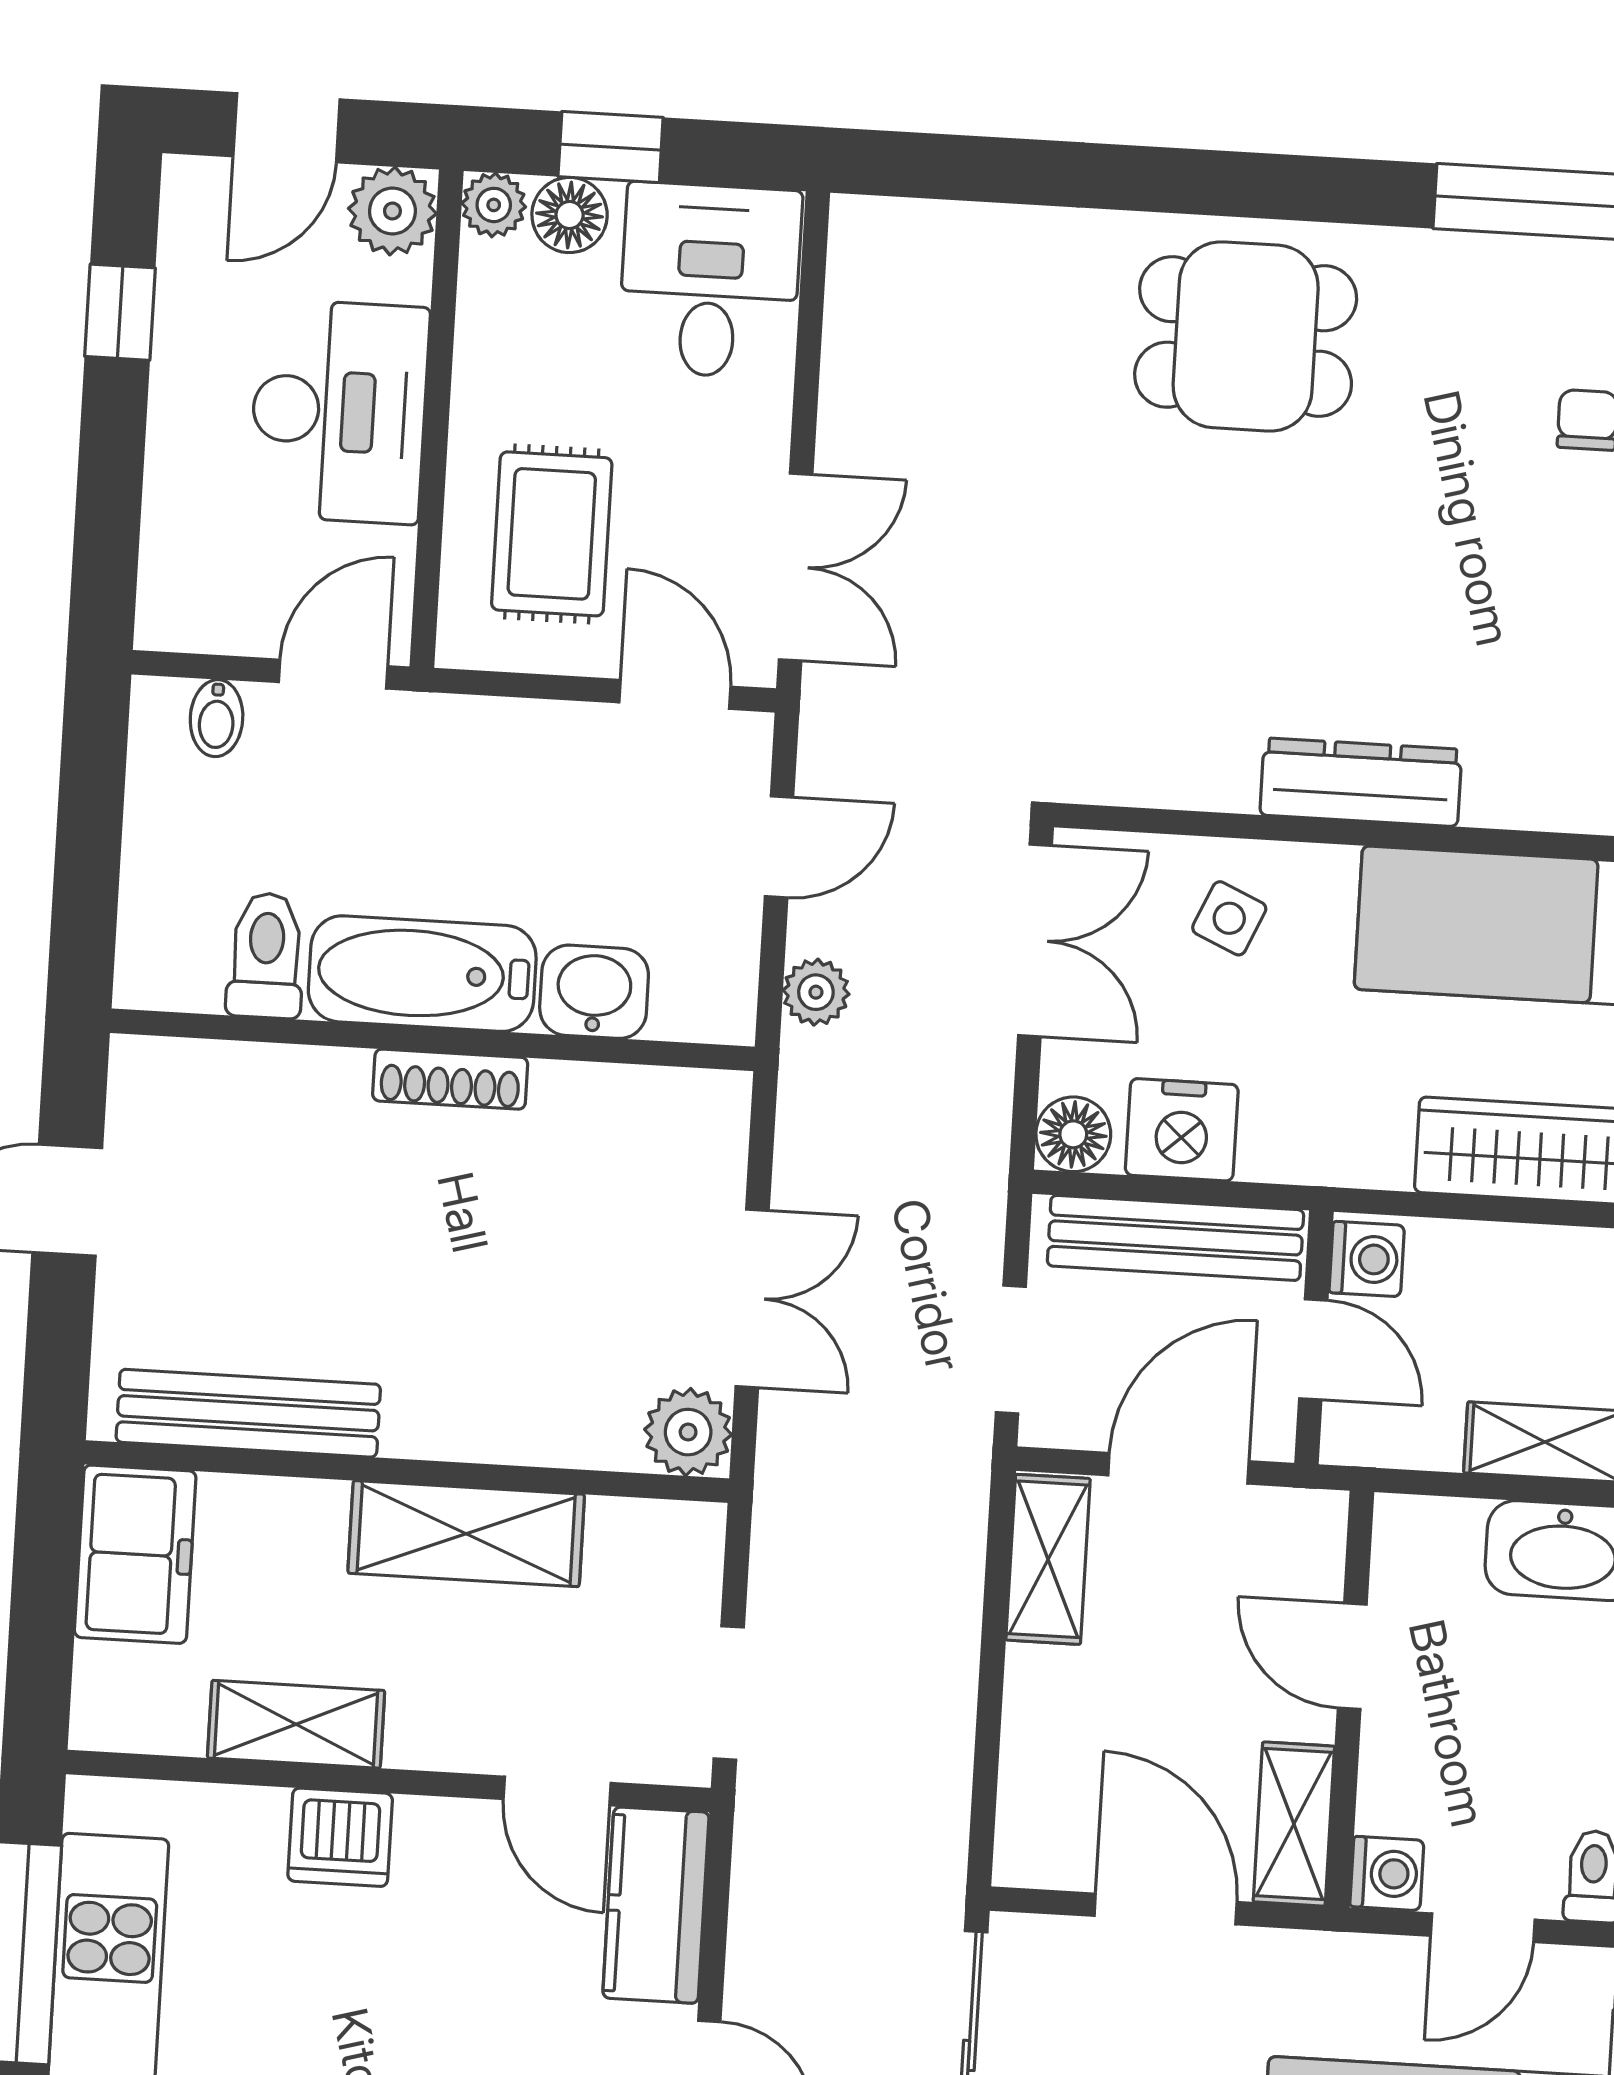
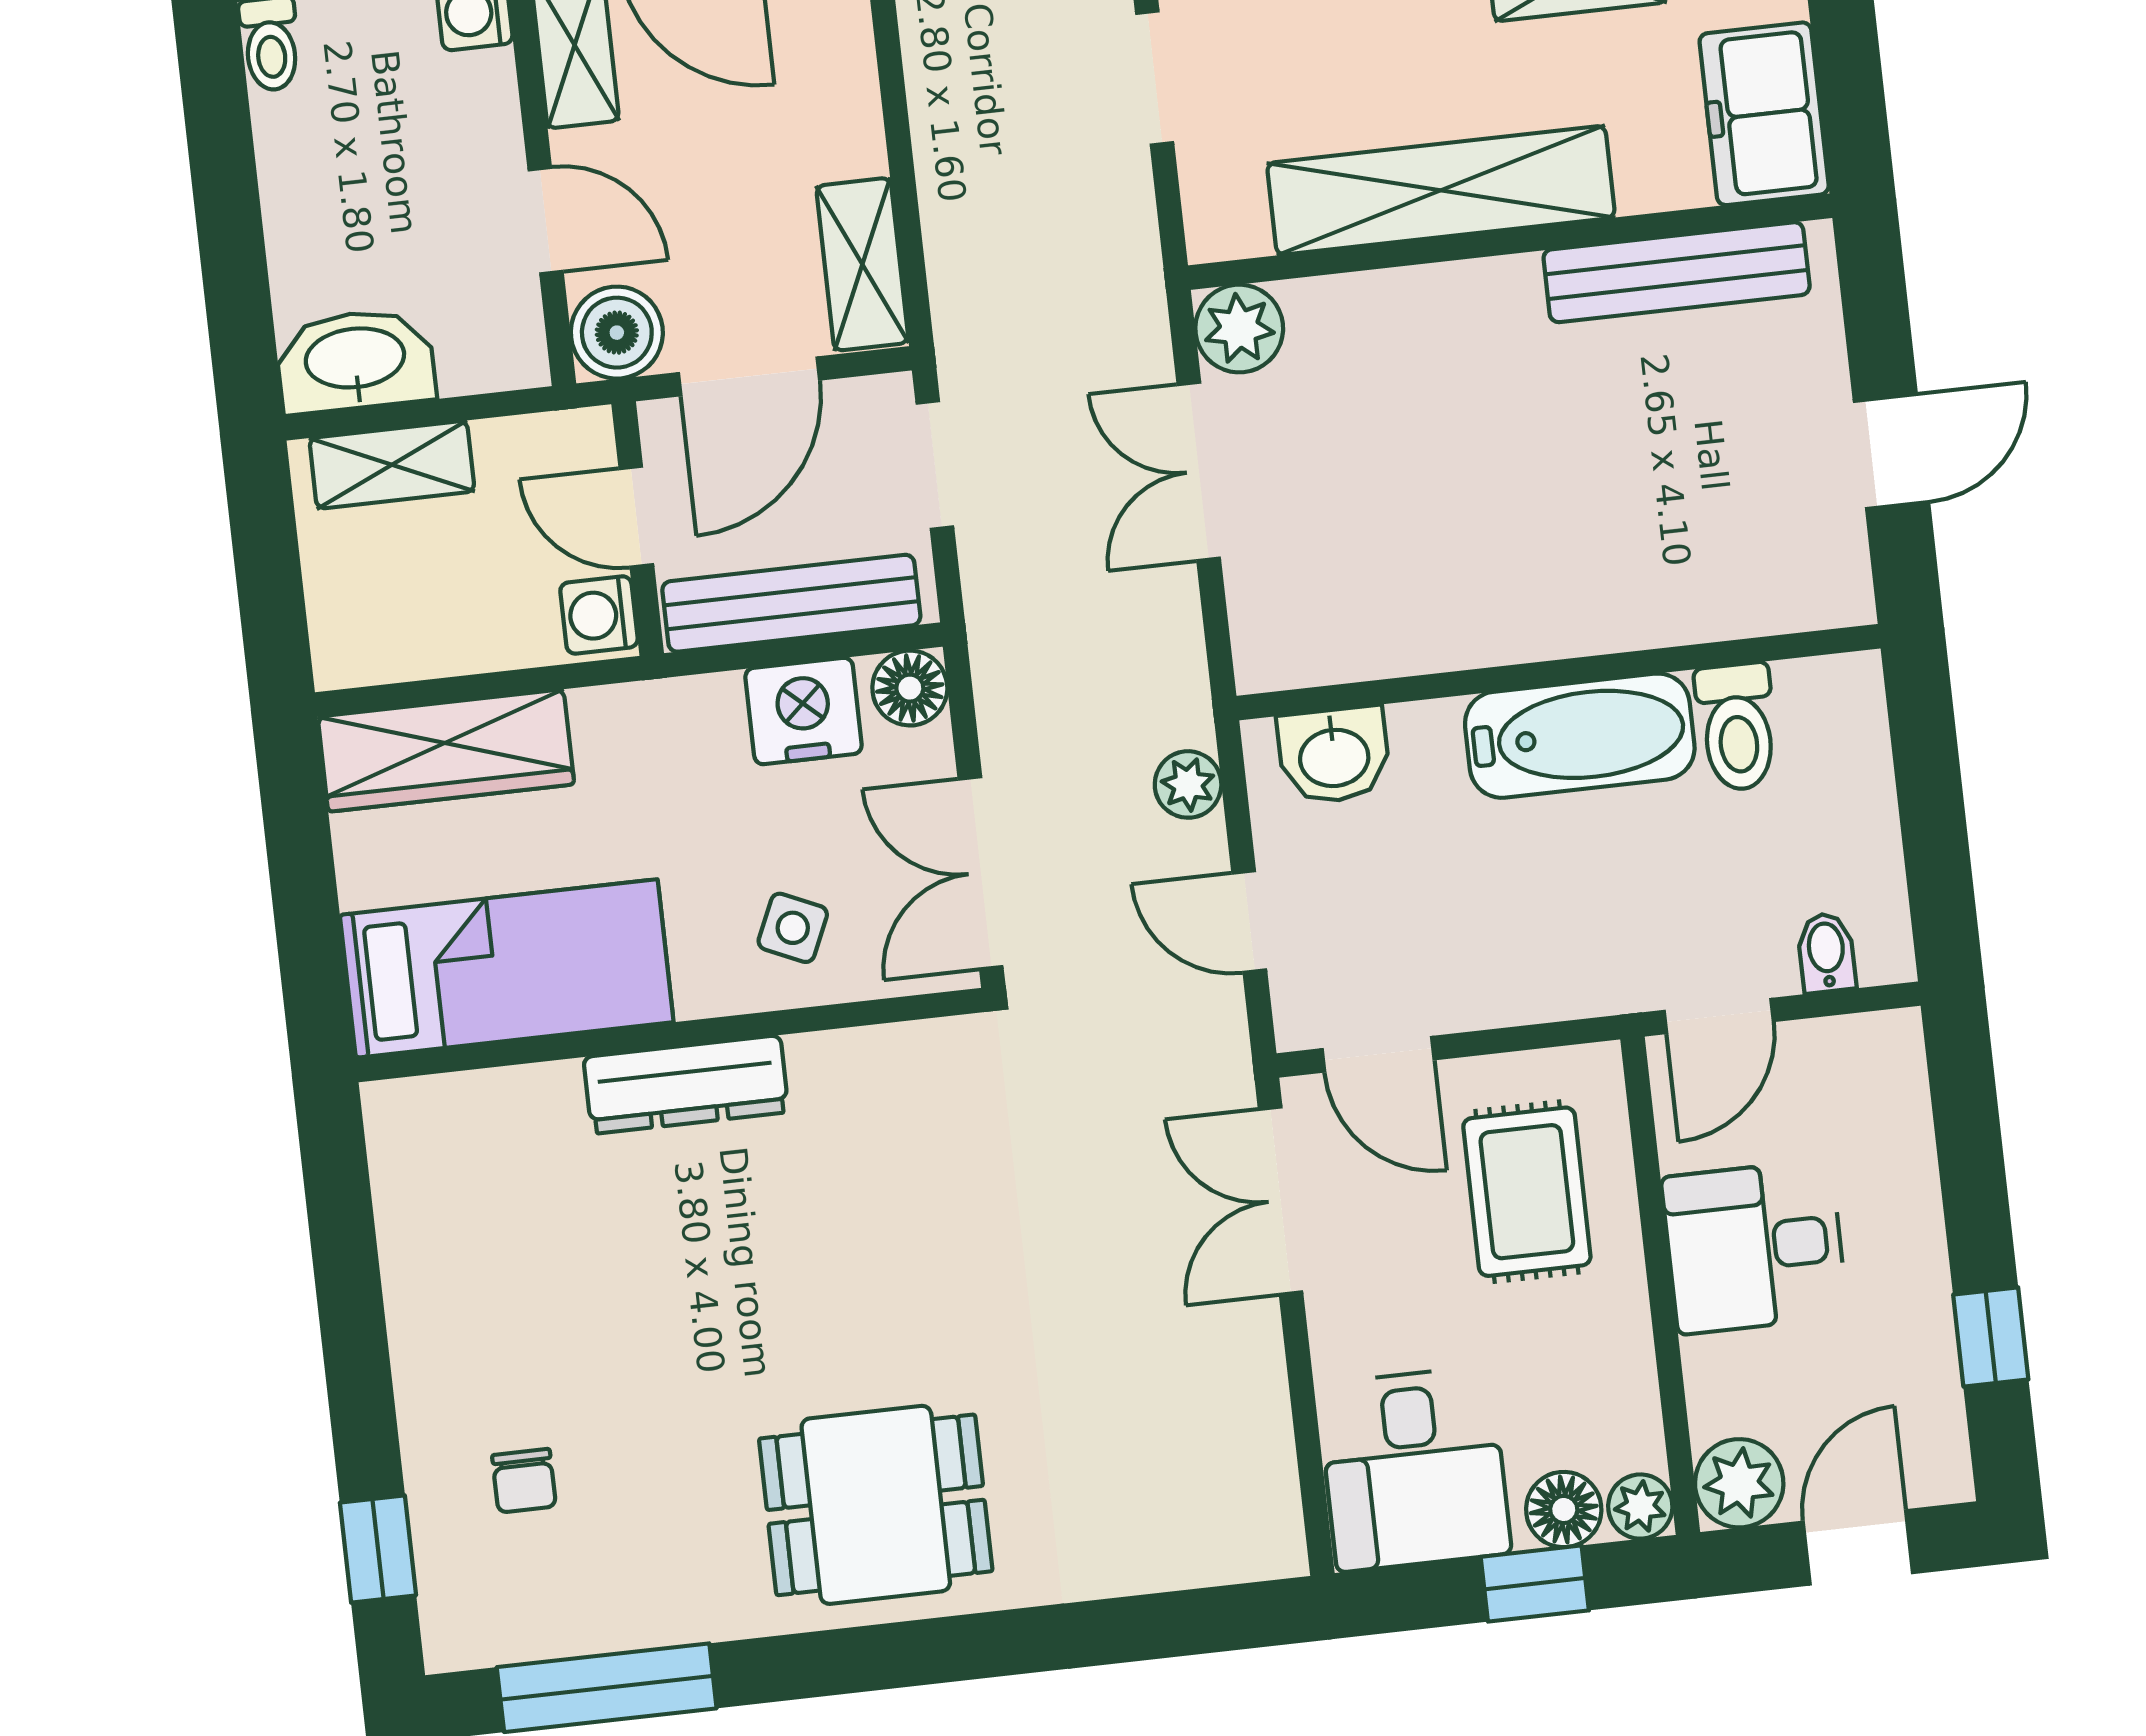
desk: (339, 411) -> (1754, 1247), width x0.73
door: (779, 847) -> (1249, 922), hinge flipped
washbasin: (594, 992) -> (1334, 755), moved
shoe rack: (450, 1079) -> (1534, 636), removed
shelving: (466, 1534) -> (1441, 190), width x1.47
boiler: (1301, 1534) -> (617, 333), added

